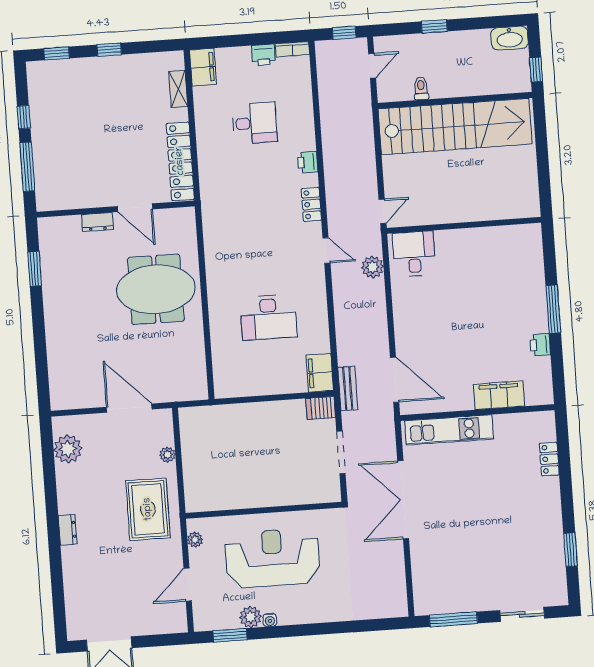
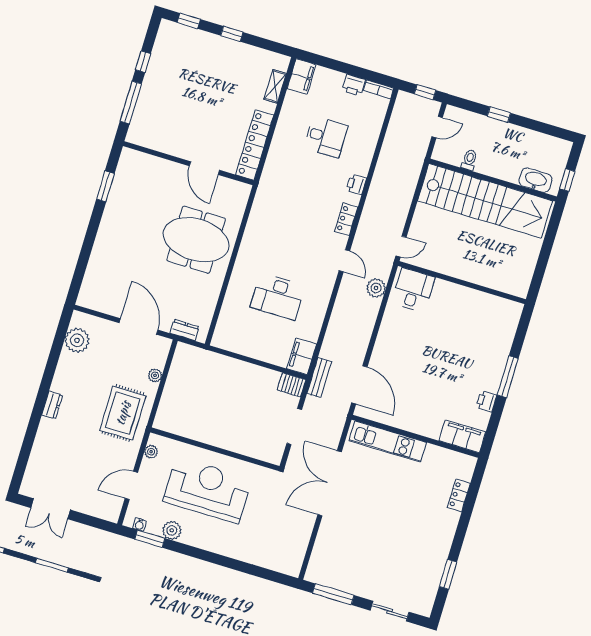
washbasin: (510, 38) -> (535, 180), moved, turned 180
dresser: (97, 222) -> (185, 330), moved, turned 180
filing cabinet: (499, 395) -> (462, 436), moved
water cooler: (270, 620) -> (139, 525), moved

